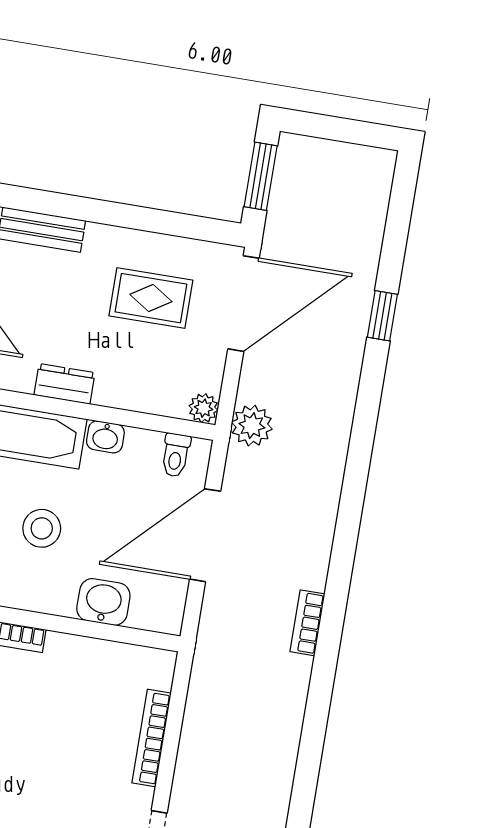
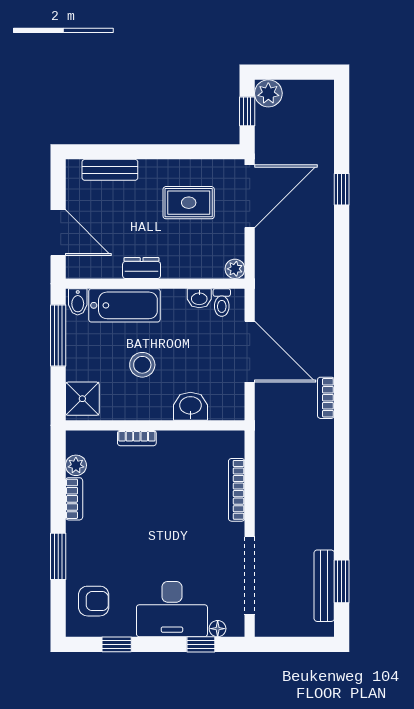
window: (261, 176) -> (247, 111), width x0.67
plant: (252, 426) -> (268, 93), moved
washbasin: (105, 437) -> (199, 298), moved
door: (205, 535) -> (250, 352), swing flipped

